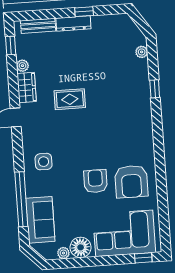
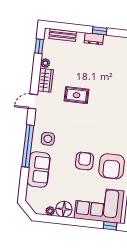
dresser: (73, 23) -> (94, 39), width x0.70
window: (21, 199) -> (28, 146), moved
sofa: (40, 220) -> (39, 170), moved

